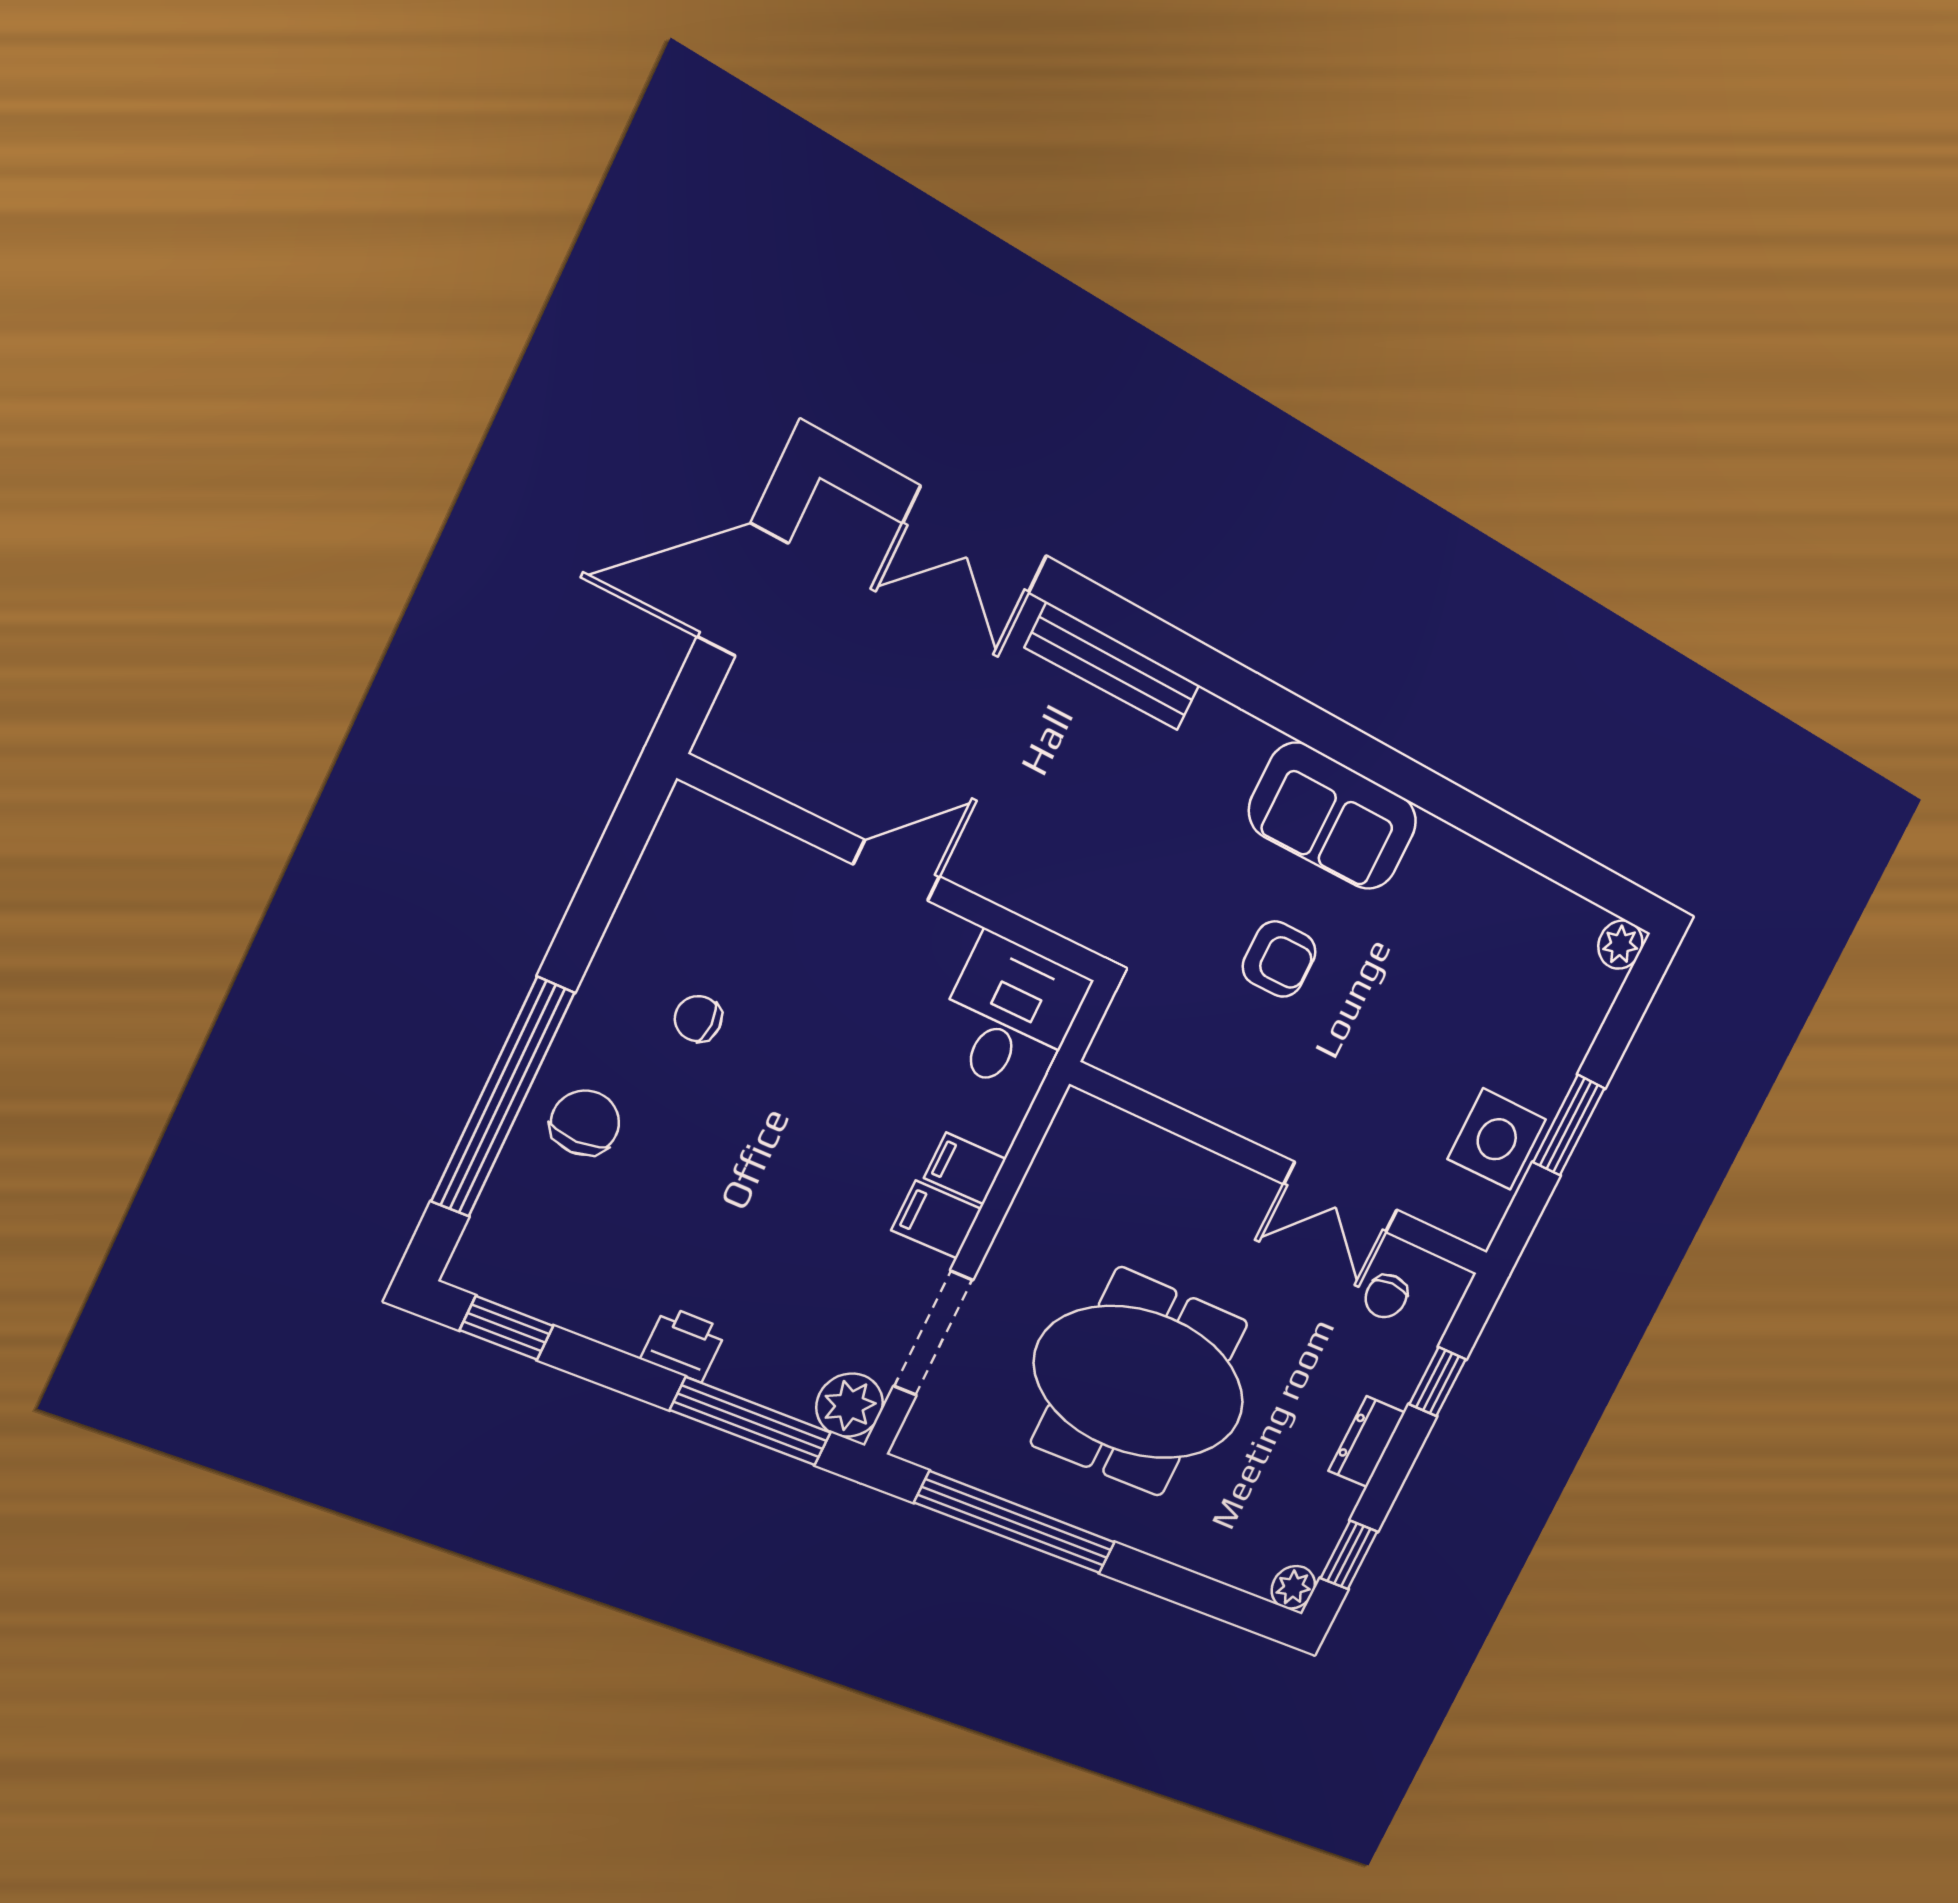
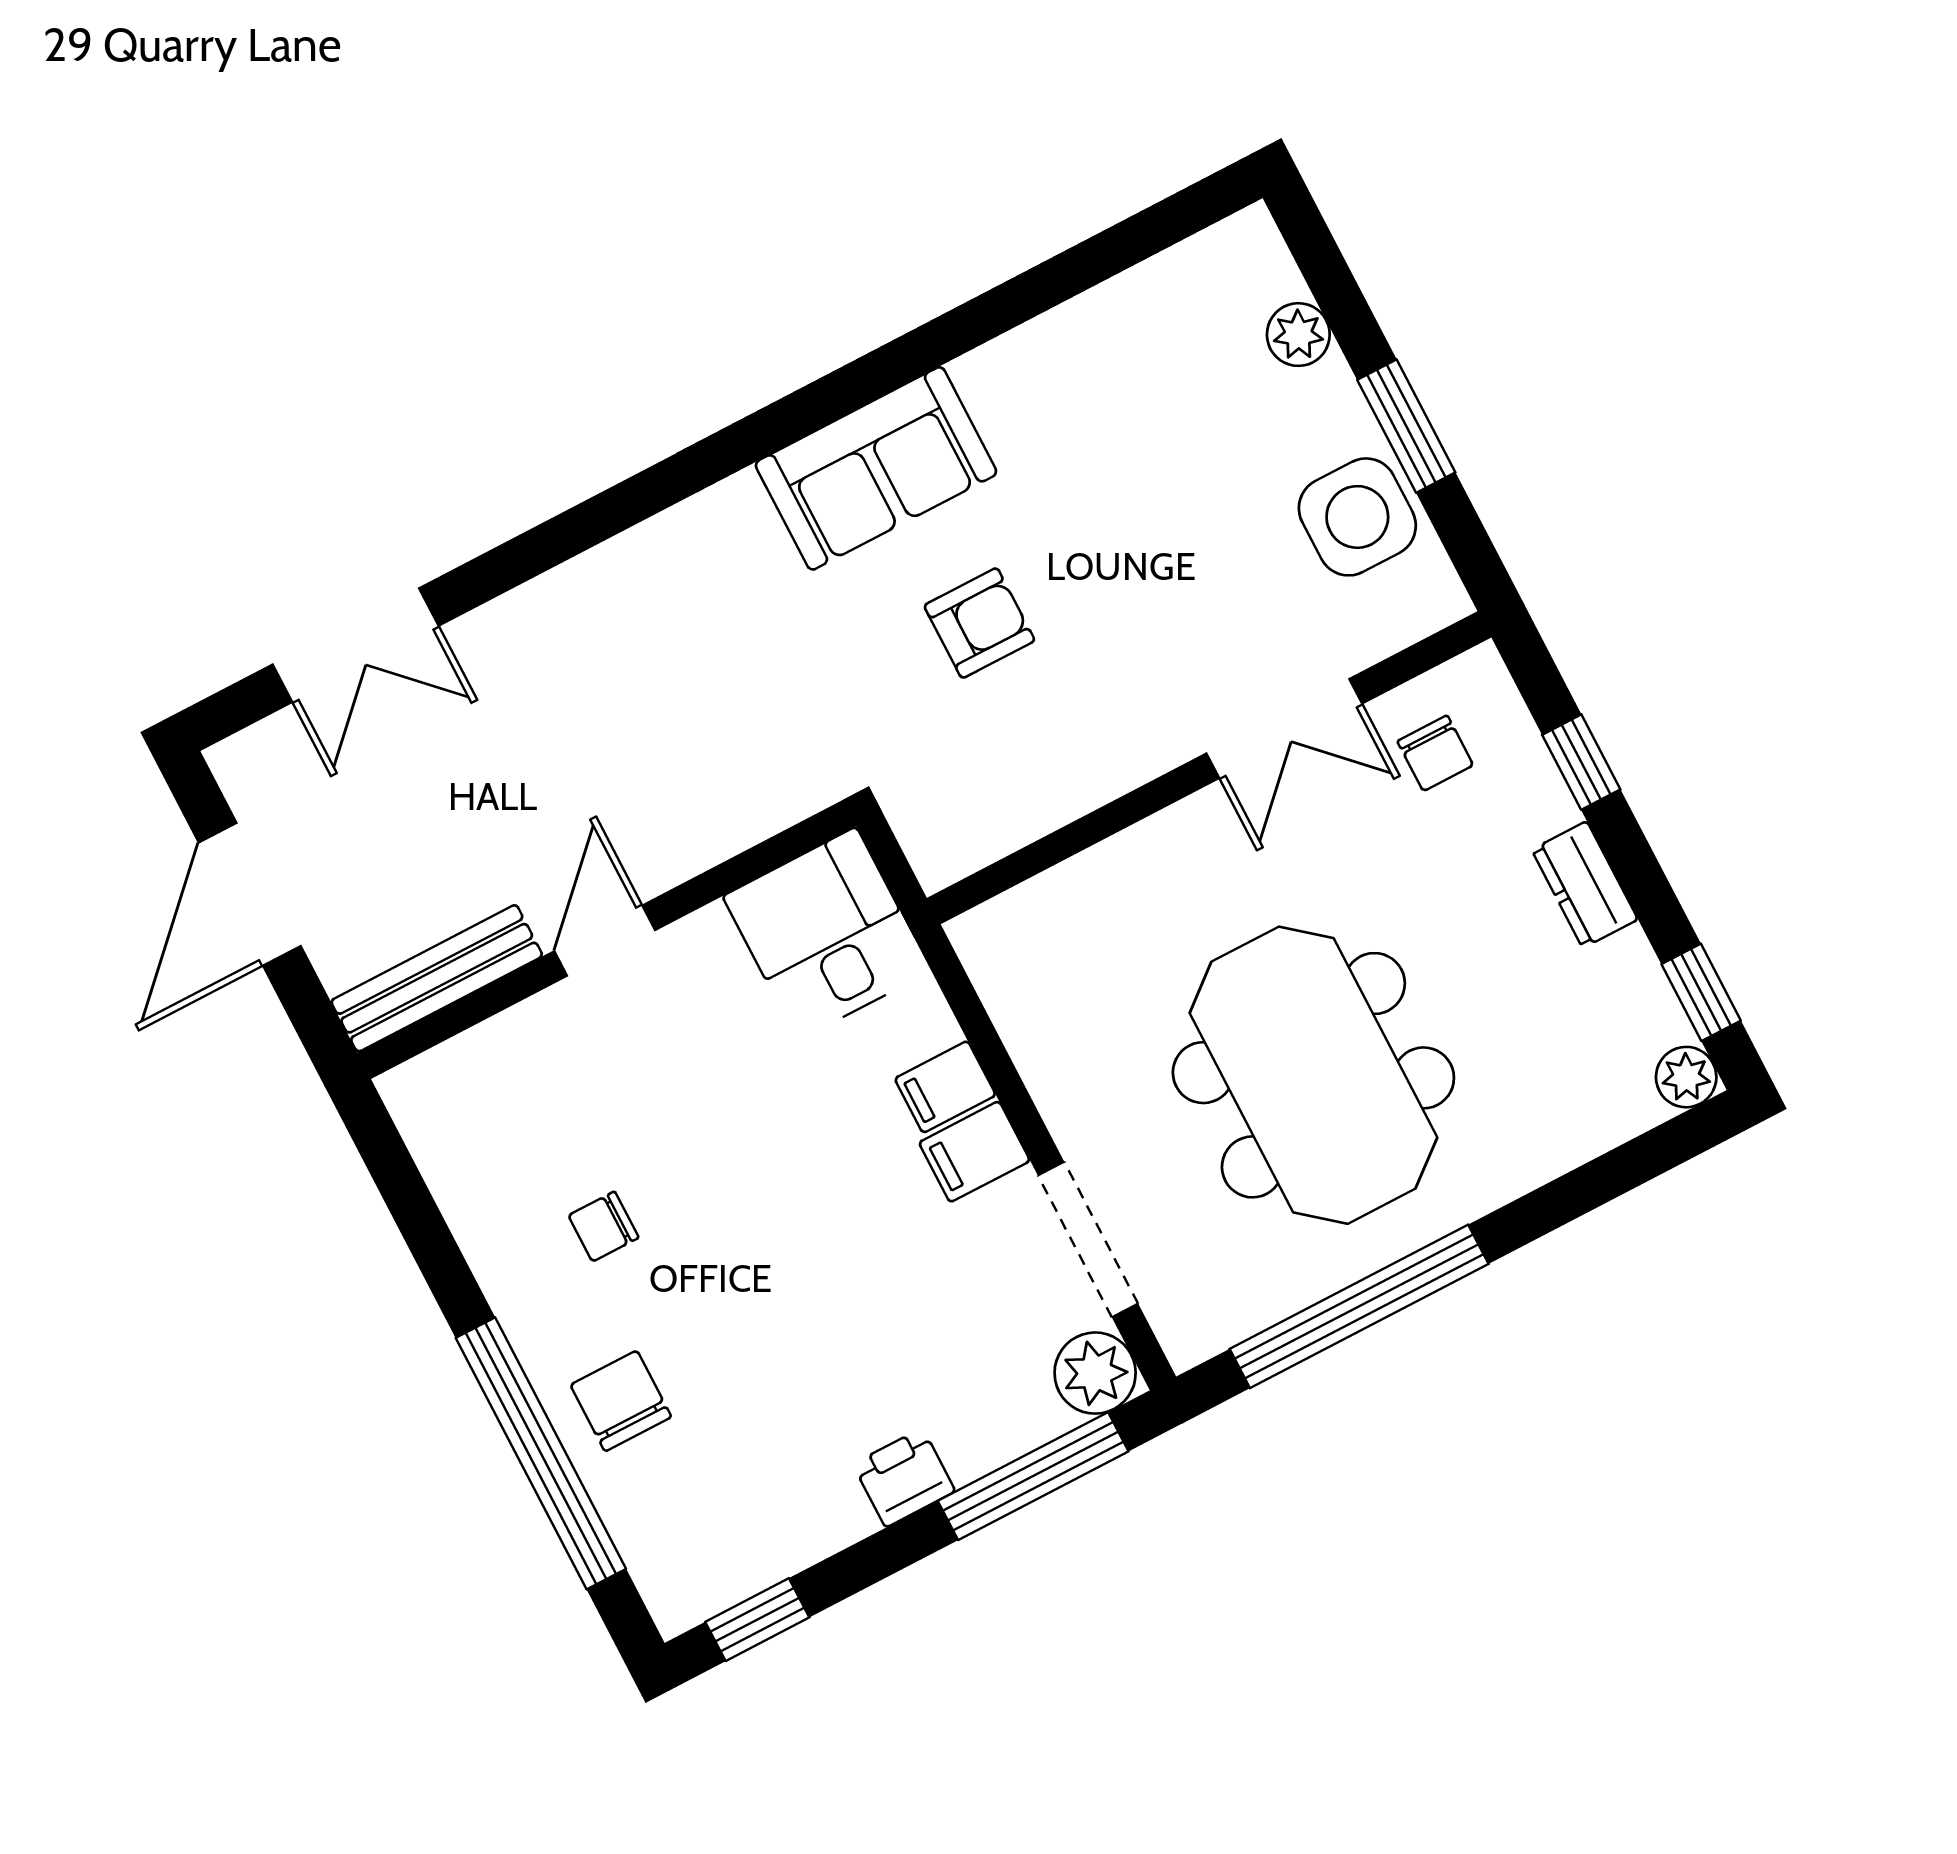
bench: (1113, 667) -> (437, 978), moved
plant: (1620, 945) -> (1298, 335), moved
meeting table: (1140, 1383) -> (1313, 1075), turned 90

